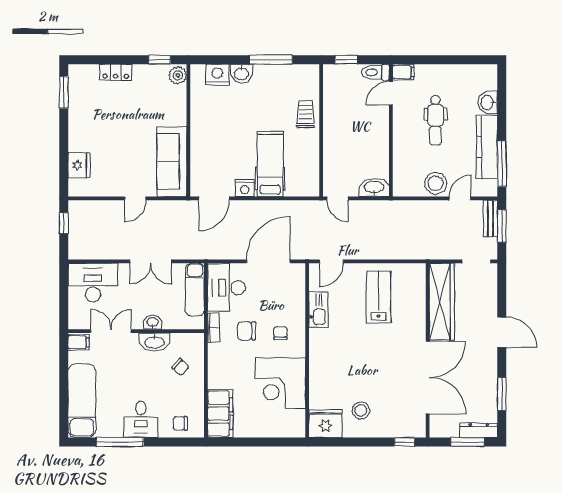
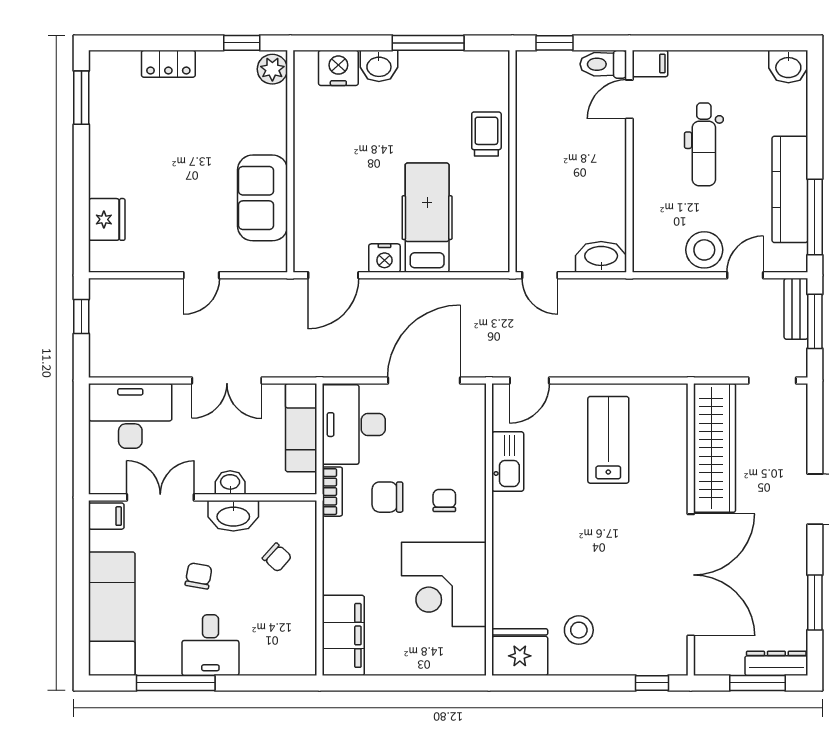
washbasin: (488, 102) -> (788, 67), moved, turned -90
sofa: (172, 162) -> (263, 198), width x0.73
chair: (180, 423) -> (199, 576), moved, turned 100

